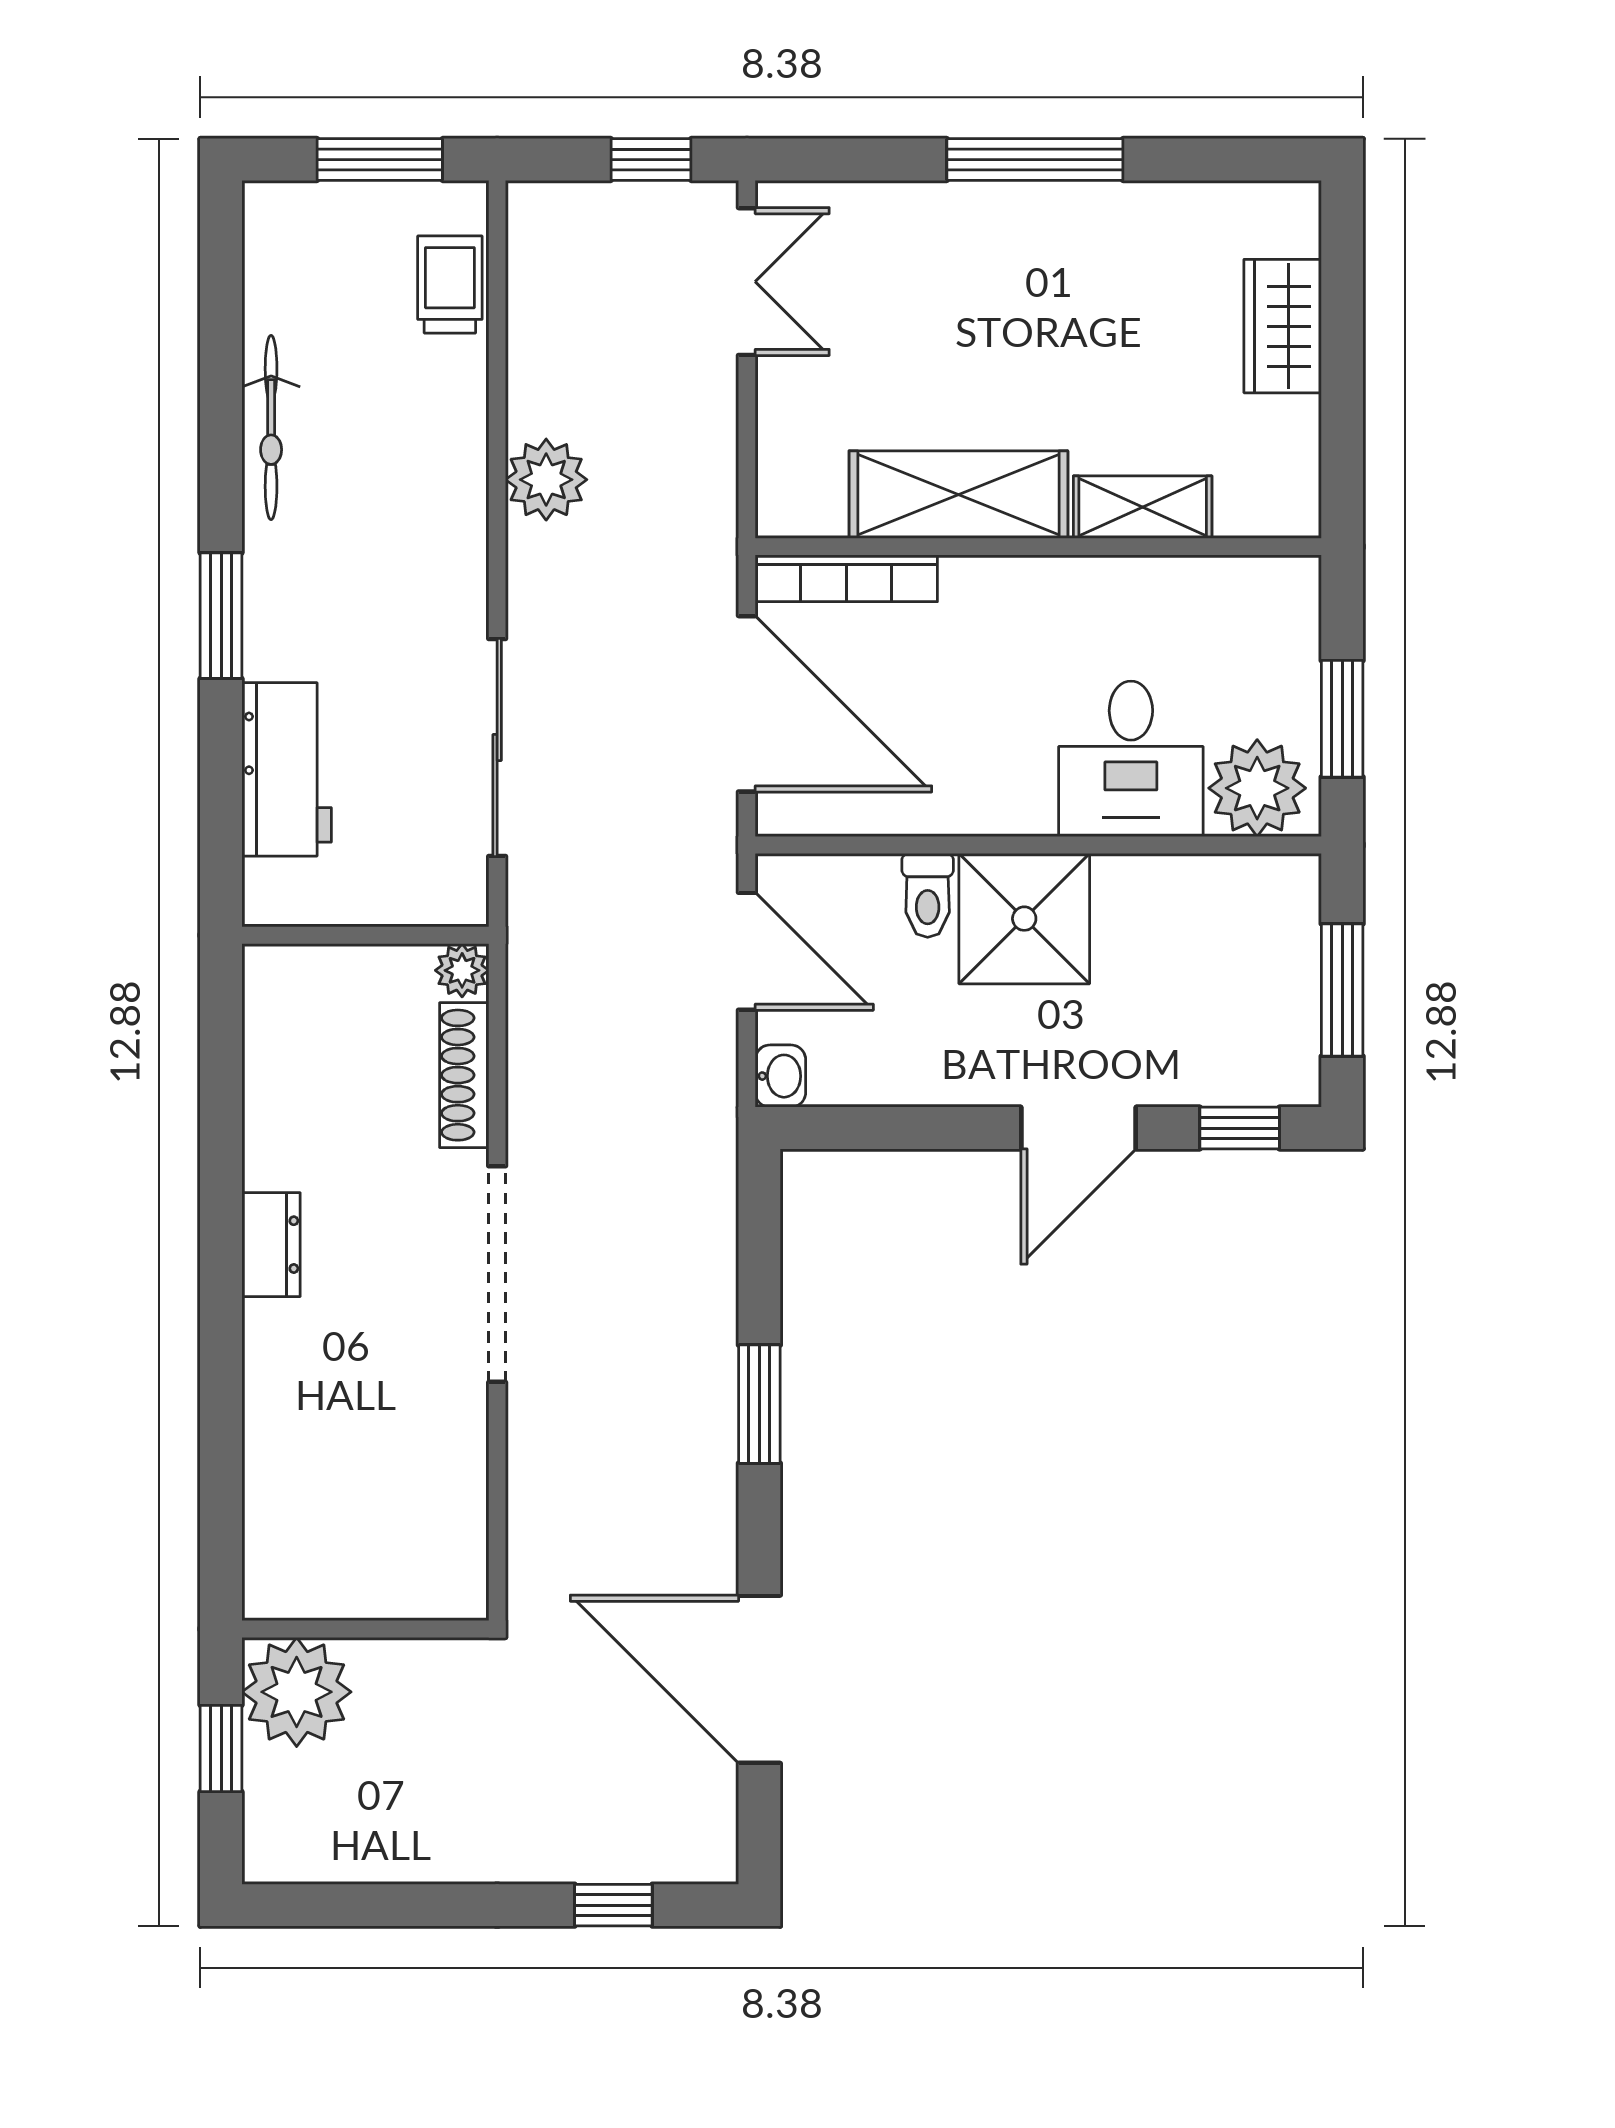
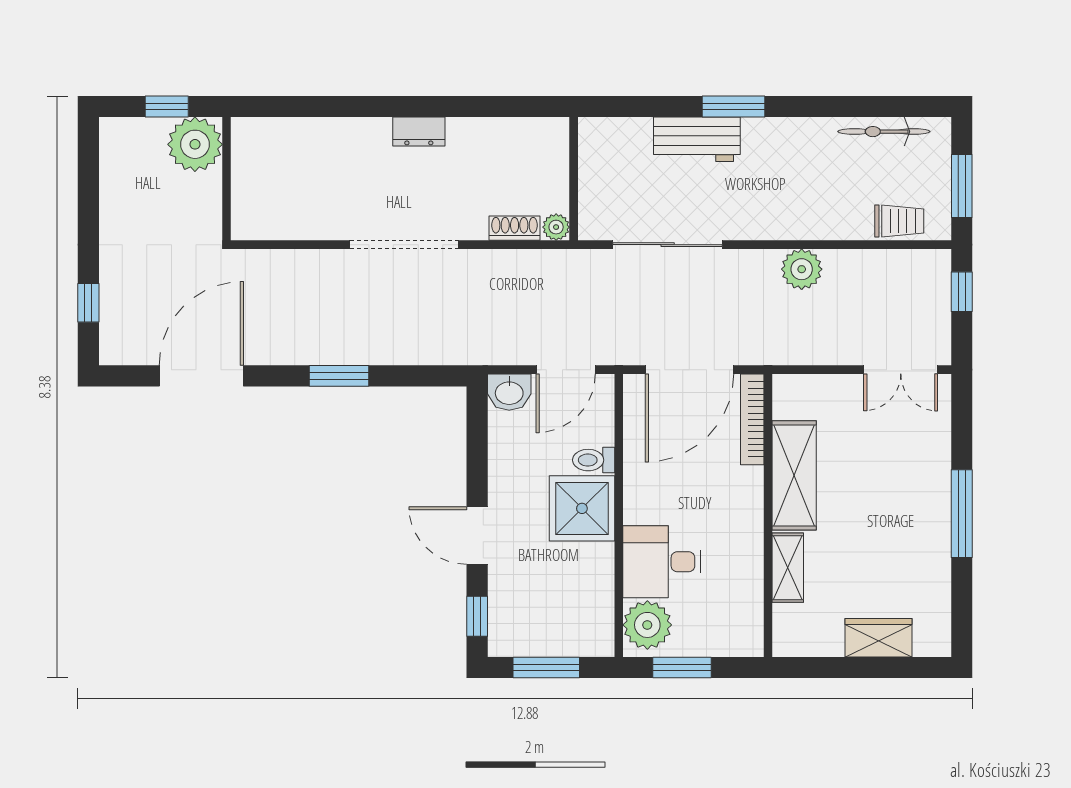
window: (651, 160) -> (962, 292), moved
bicycle: (271, 427) -> (884, 132), moved
workbench: (287, 769) -> (697, 139), moved
shoe rack: (464, 1075) -> (515, 228), width x0.70
washbasin: (780, 1076) -> (509, 392), width x1.38, depth x1.45

